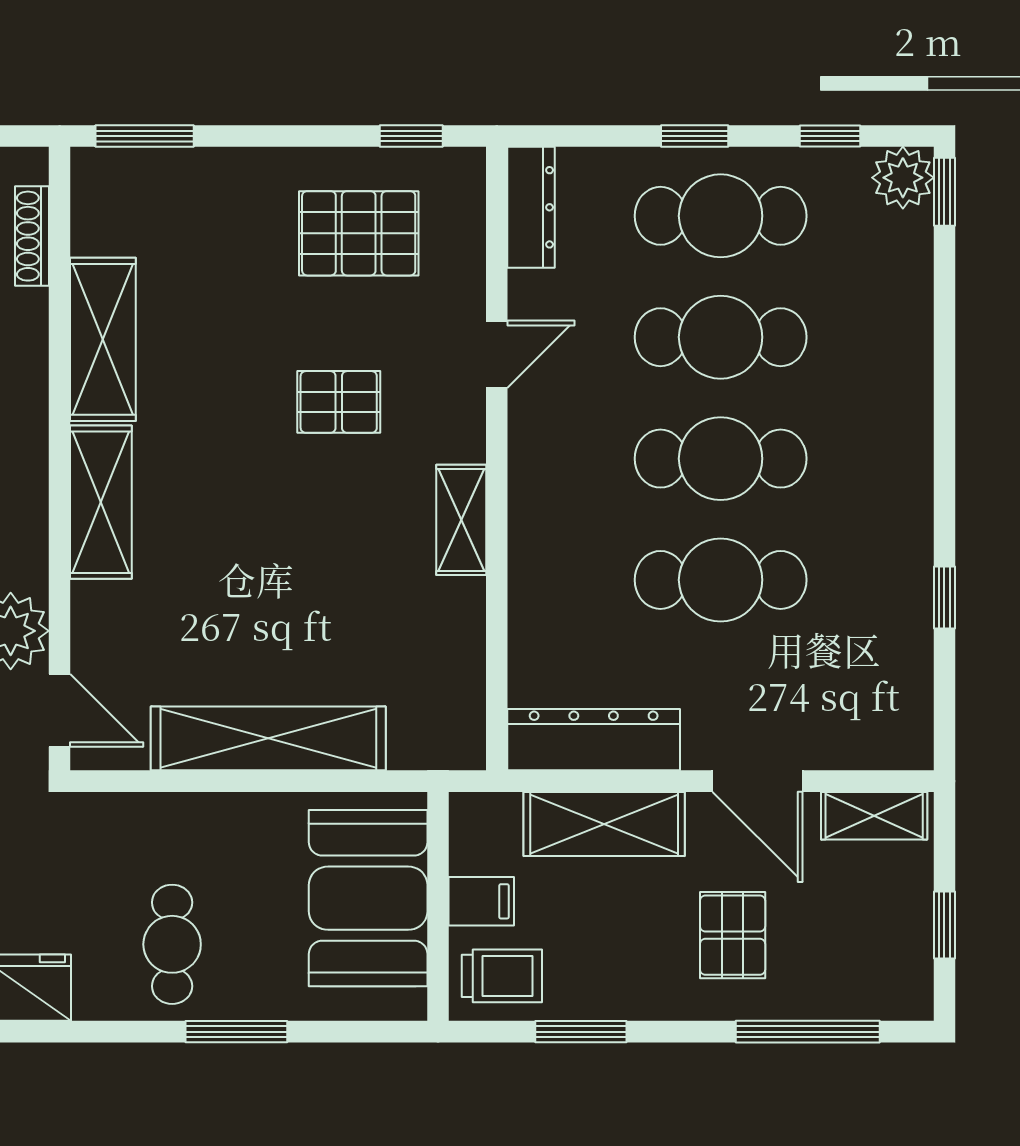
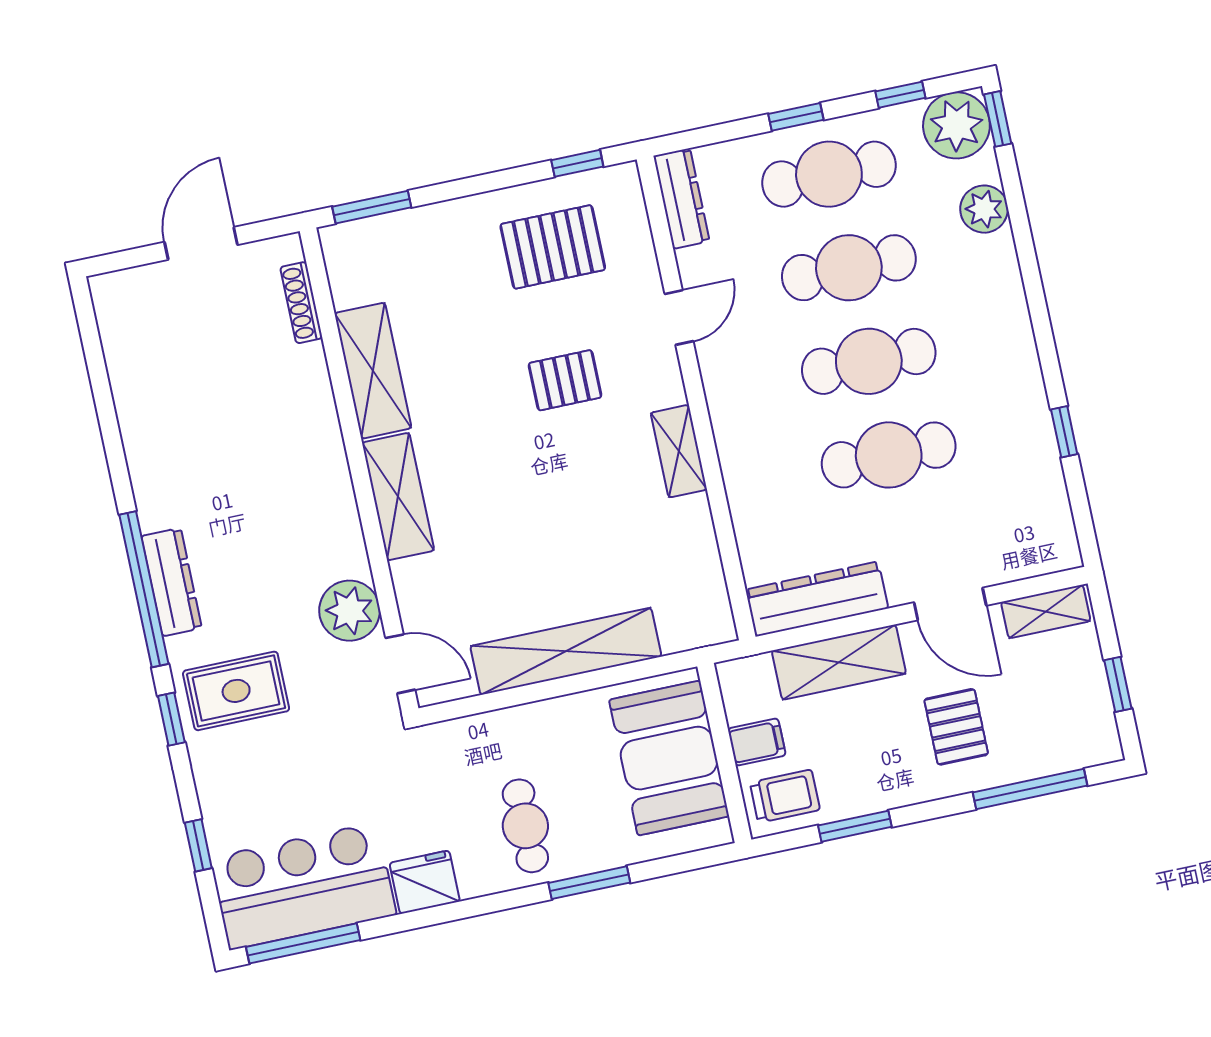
plant: (903, 178) -> (956, 125), width x1.36, depth x1.36
plant: (904, 300) -> (984, 209), added

